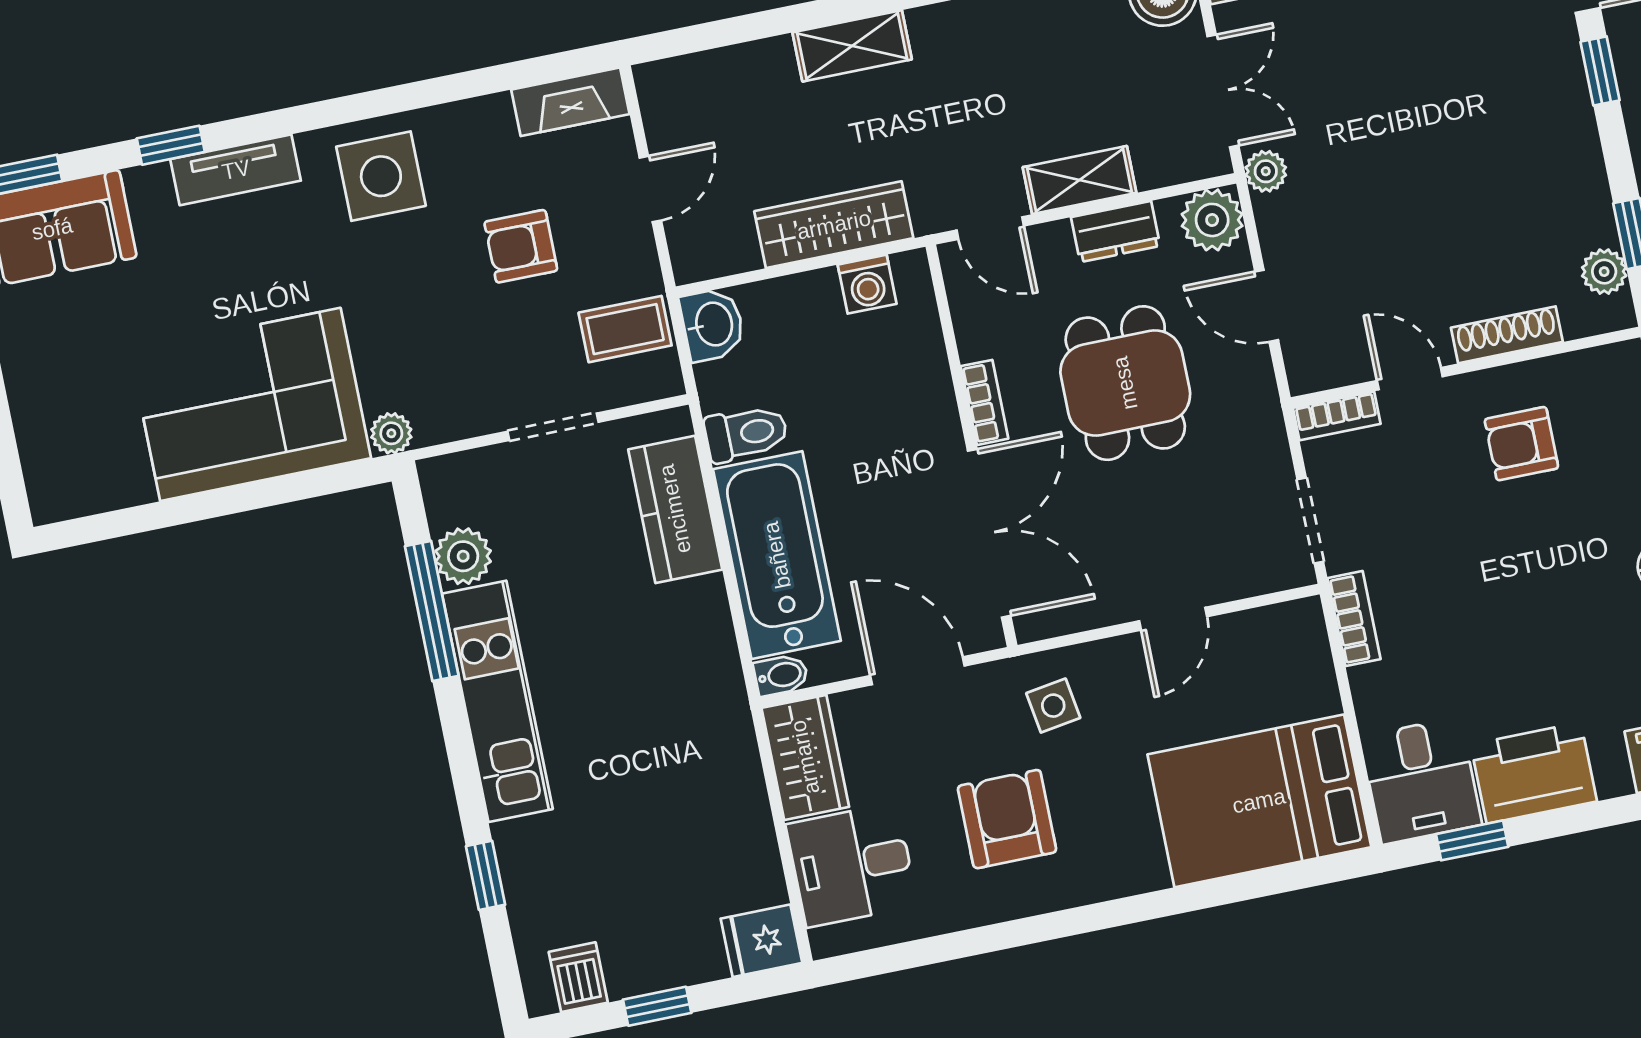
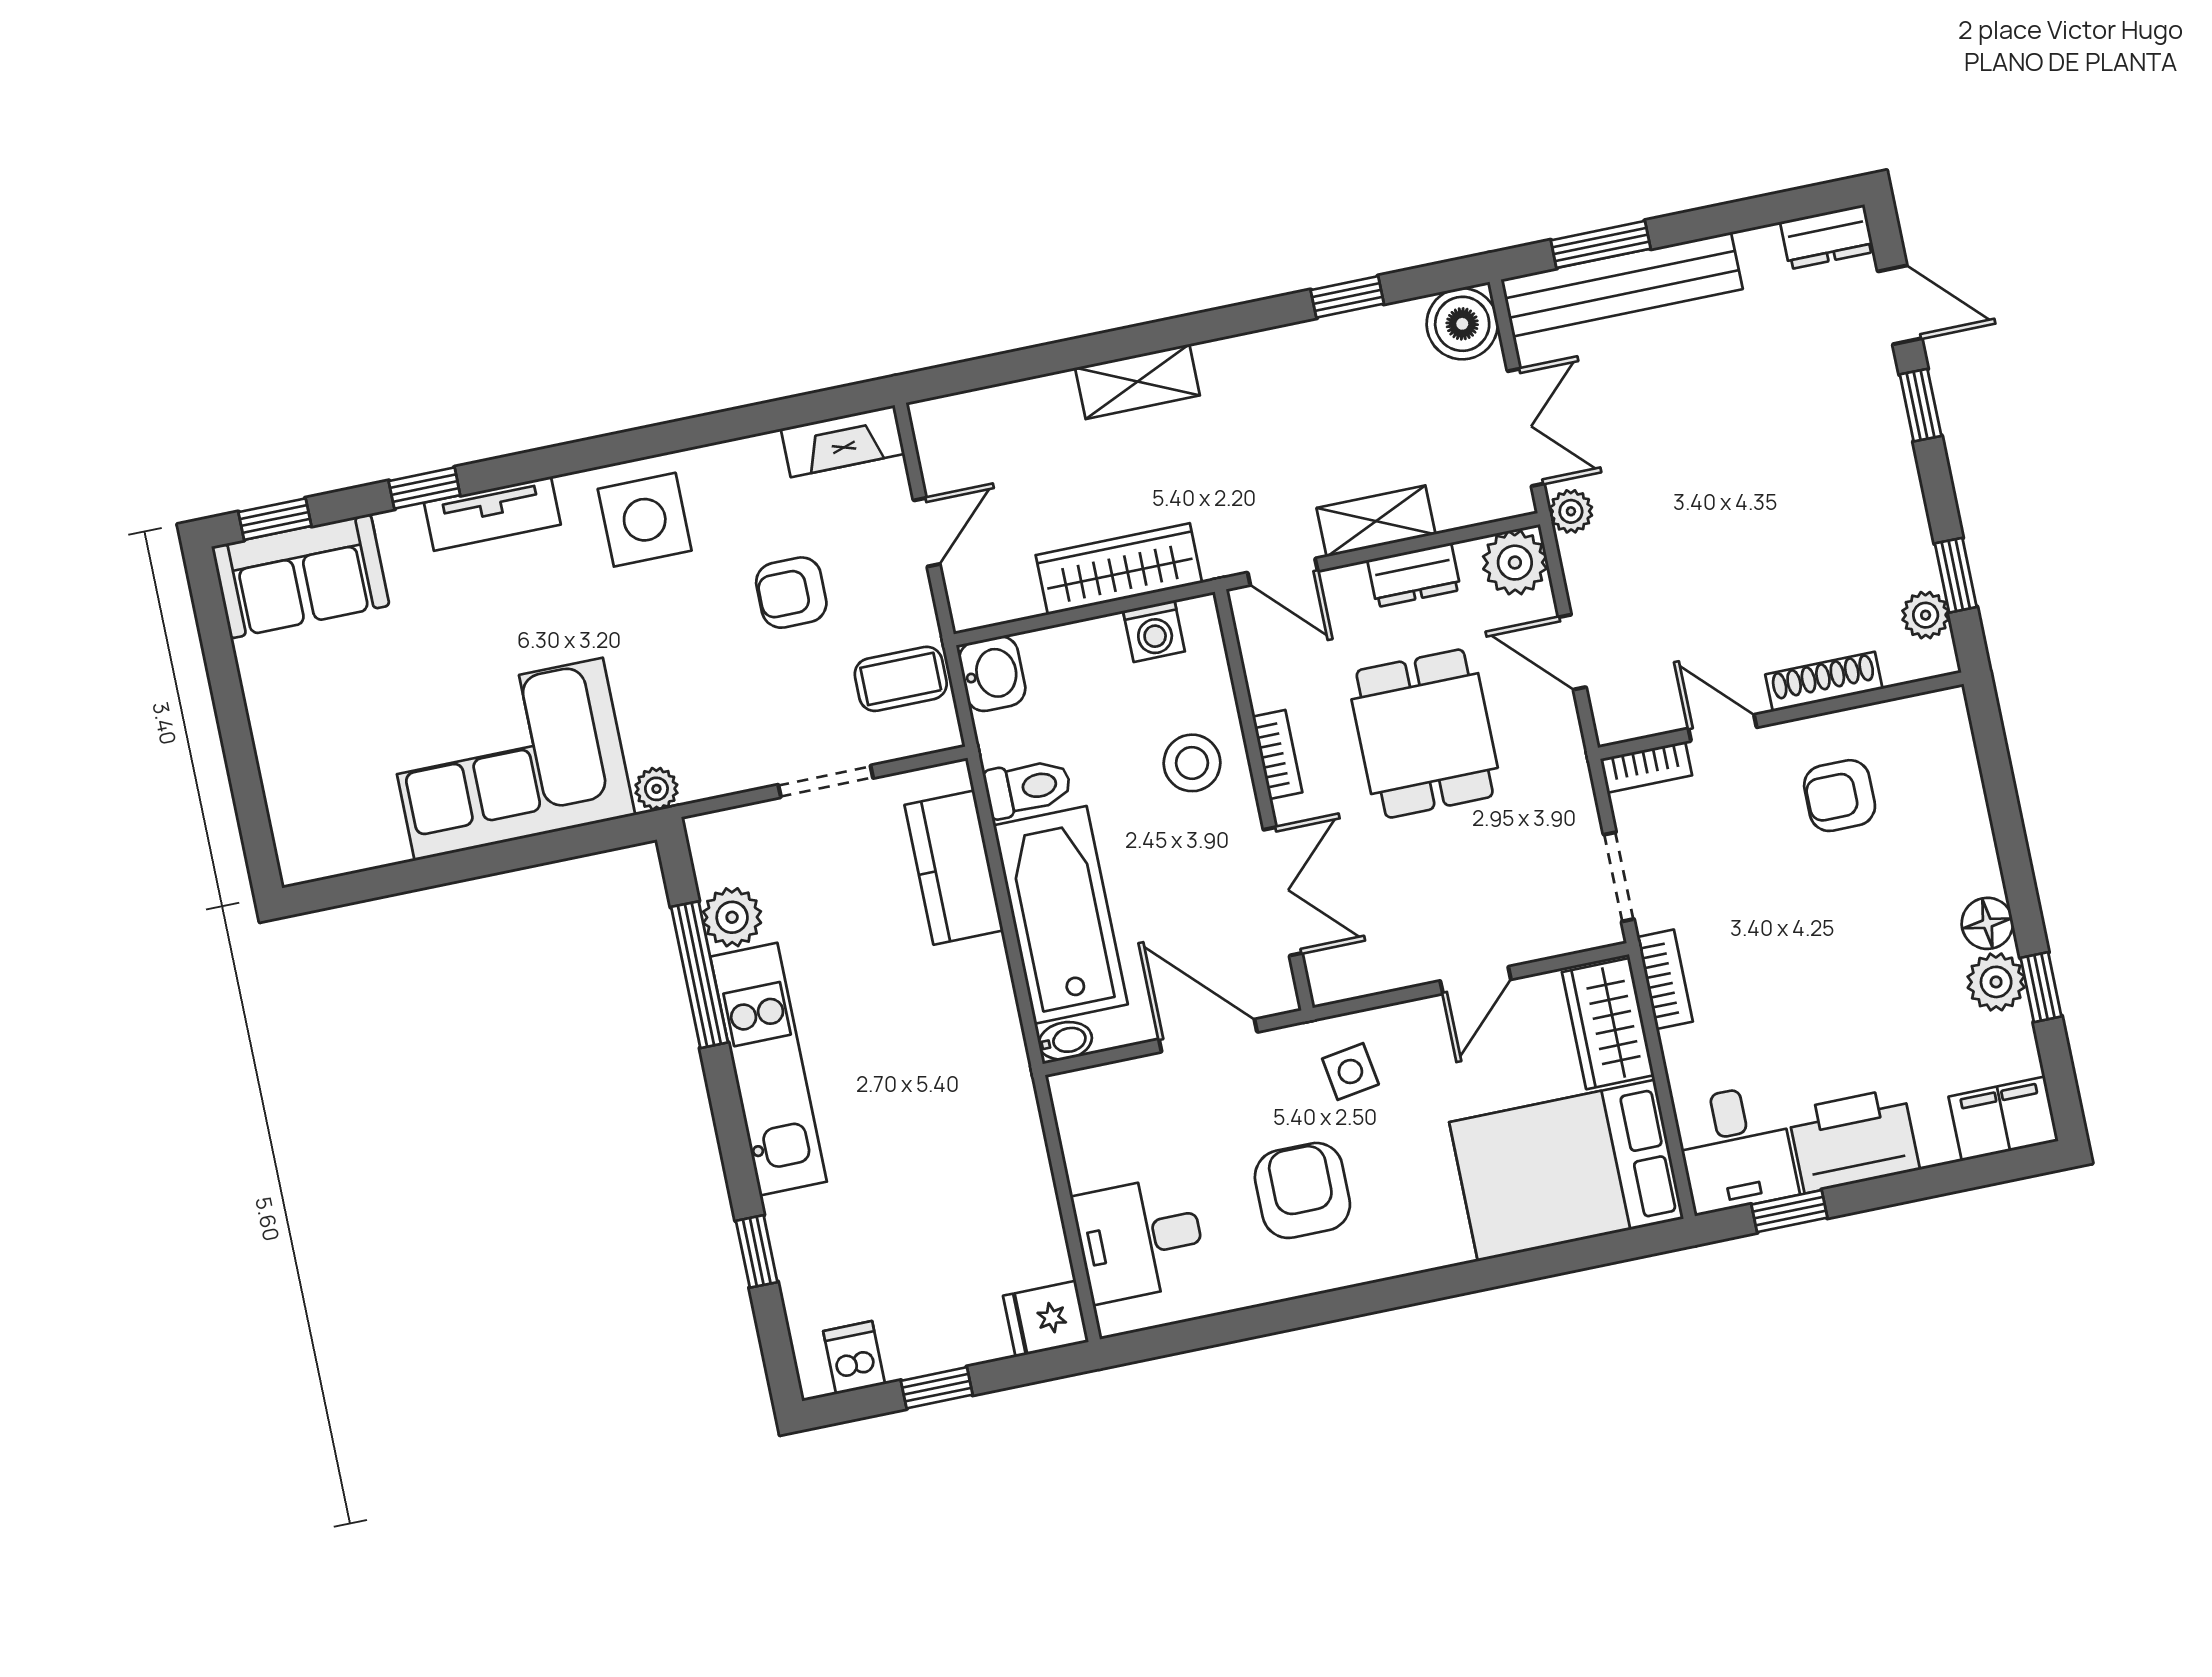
stool: (903, 410) -> (1192, 763), added
double door: (989, 533) -> (1283, 891), width x0.73
wardrobe: (805, 757) -> (1608, 1024), moved, turned 180

